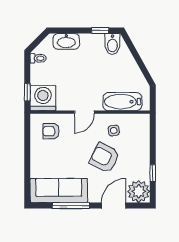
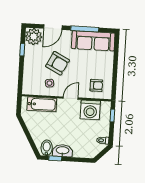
washbasin: (66, 41) -> (63, 151), moved
washing machine: (43, 98) -> (90, 110), moved

